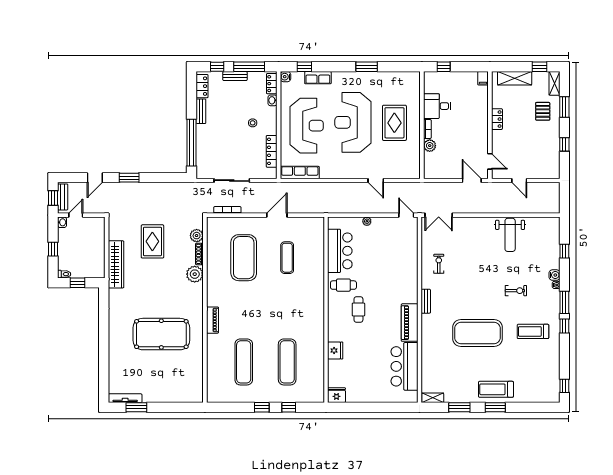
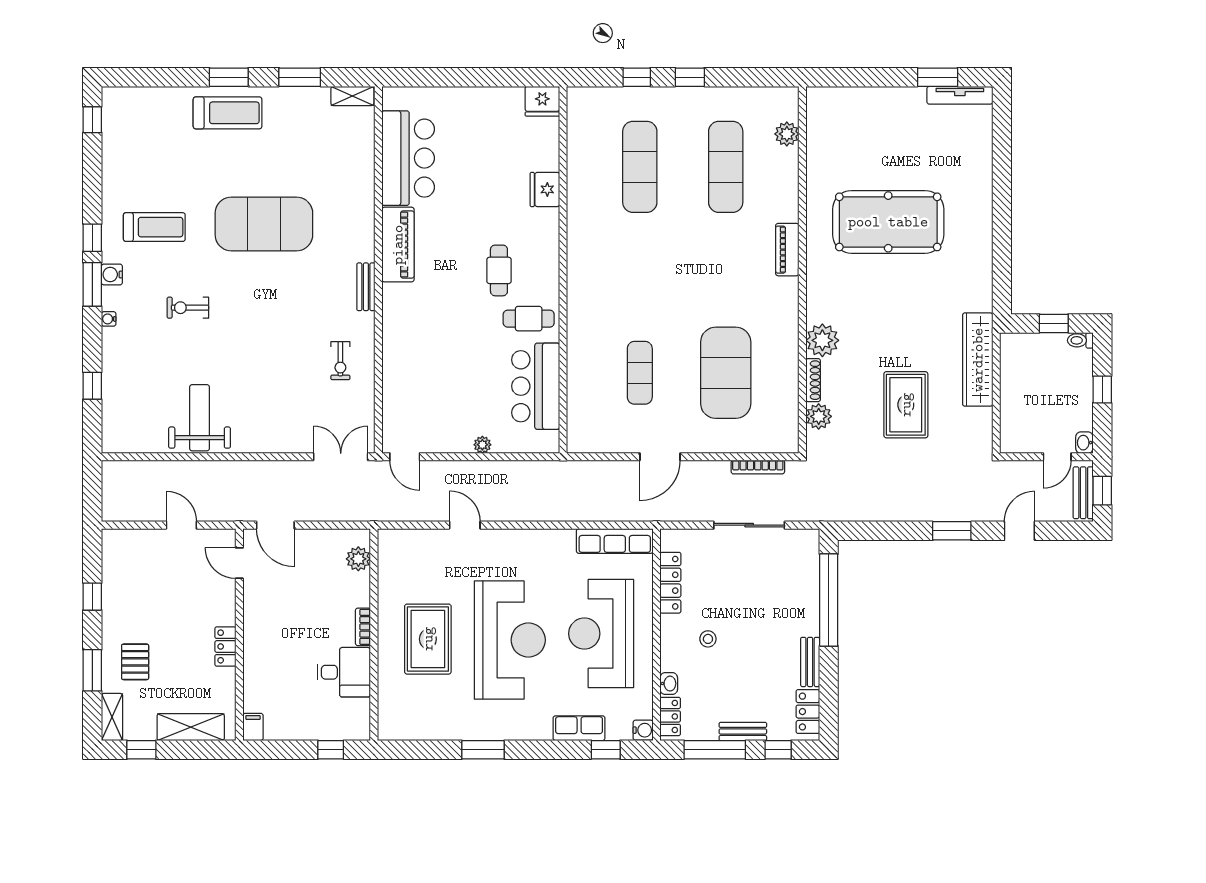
plant: (430, 146) -> (358, 559), moved
water cooler: (554, 275) -> (112, 275), moved
plant: (213, 379) -> (787, 134), added

